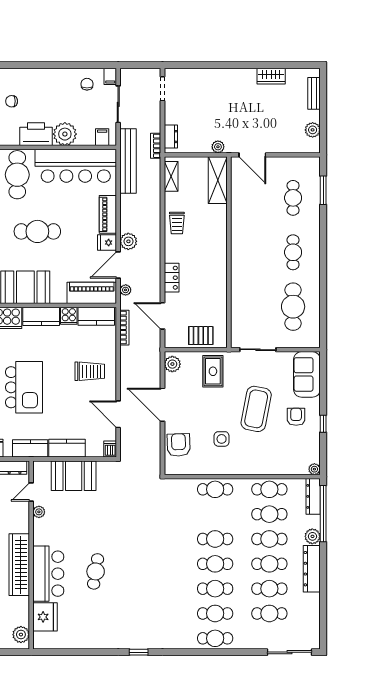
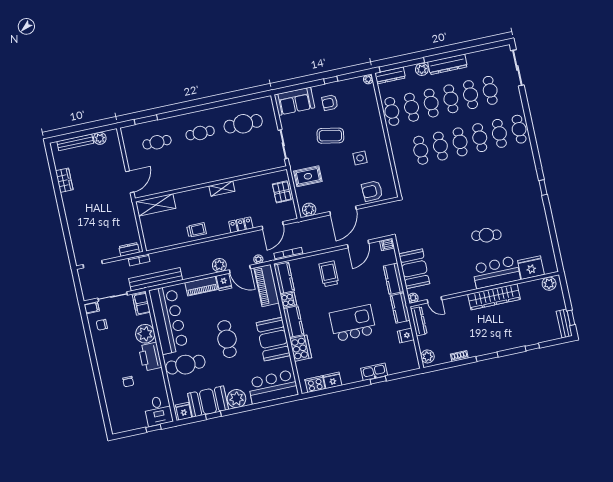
bench: (314, 93) -> (75, 142), width x1.36
filing cabinet: (102, 137) -> (141, 304), width x2.00
plant: (218, 147) -> (129, 210), removed
shelving: (171, 176) -> (222, 188), moved
coffee table: (256, 409) -> (330, 136), width x0.73, depth x0.76
cafe table: (215, 489) -> (421, 150), moved
plant: (39, 512) -> (413, 298), moved

